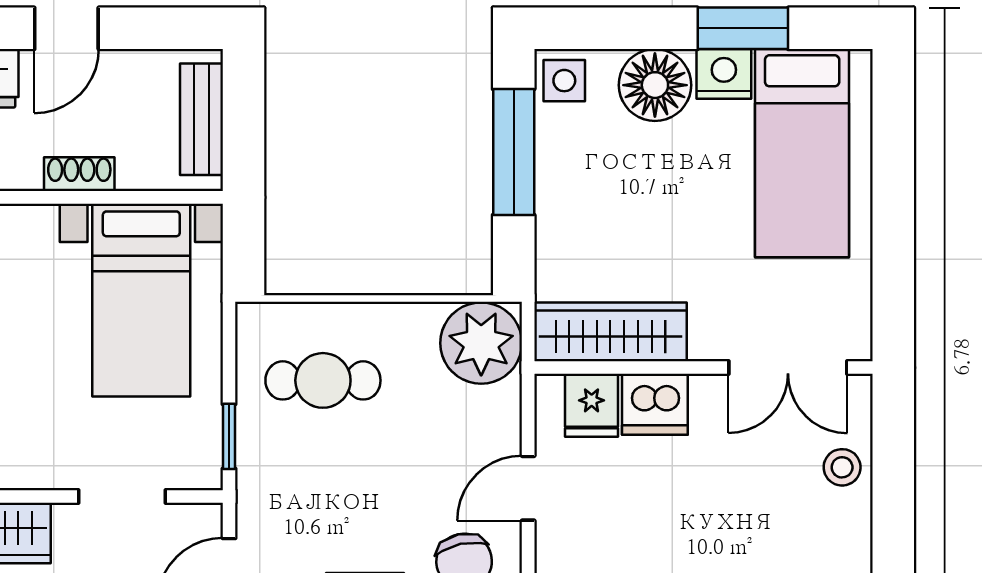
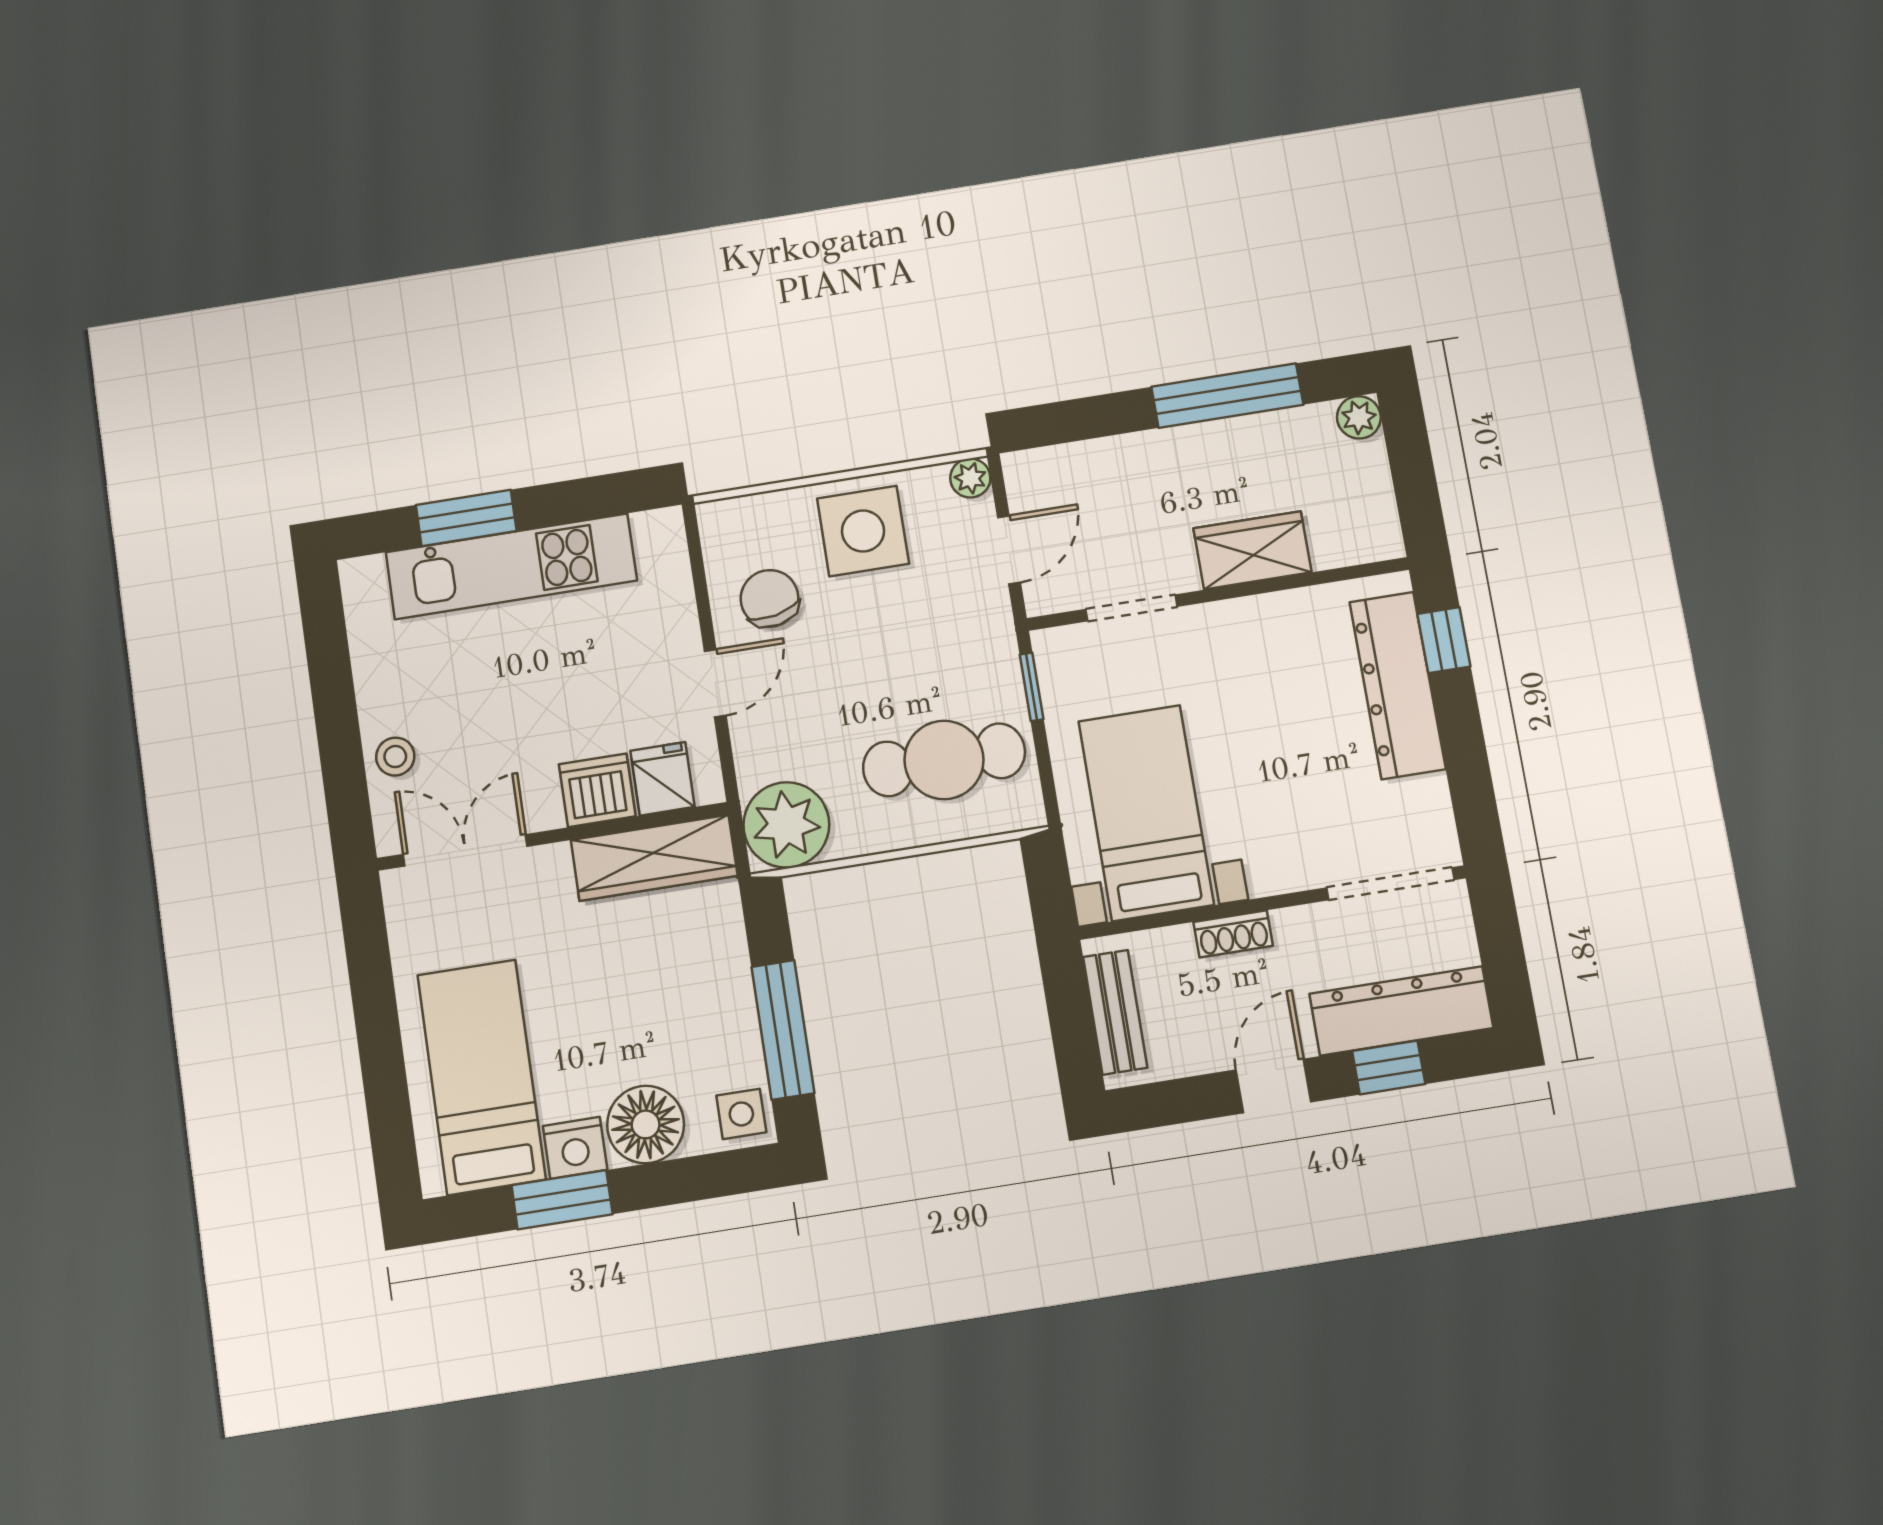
cafe table: (323, 380) -> (944, 760), width x1.37, depth x1.35

